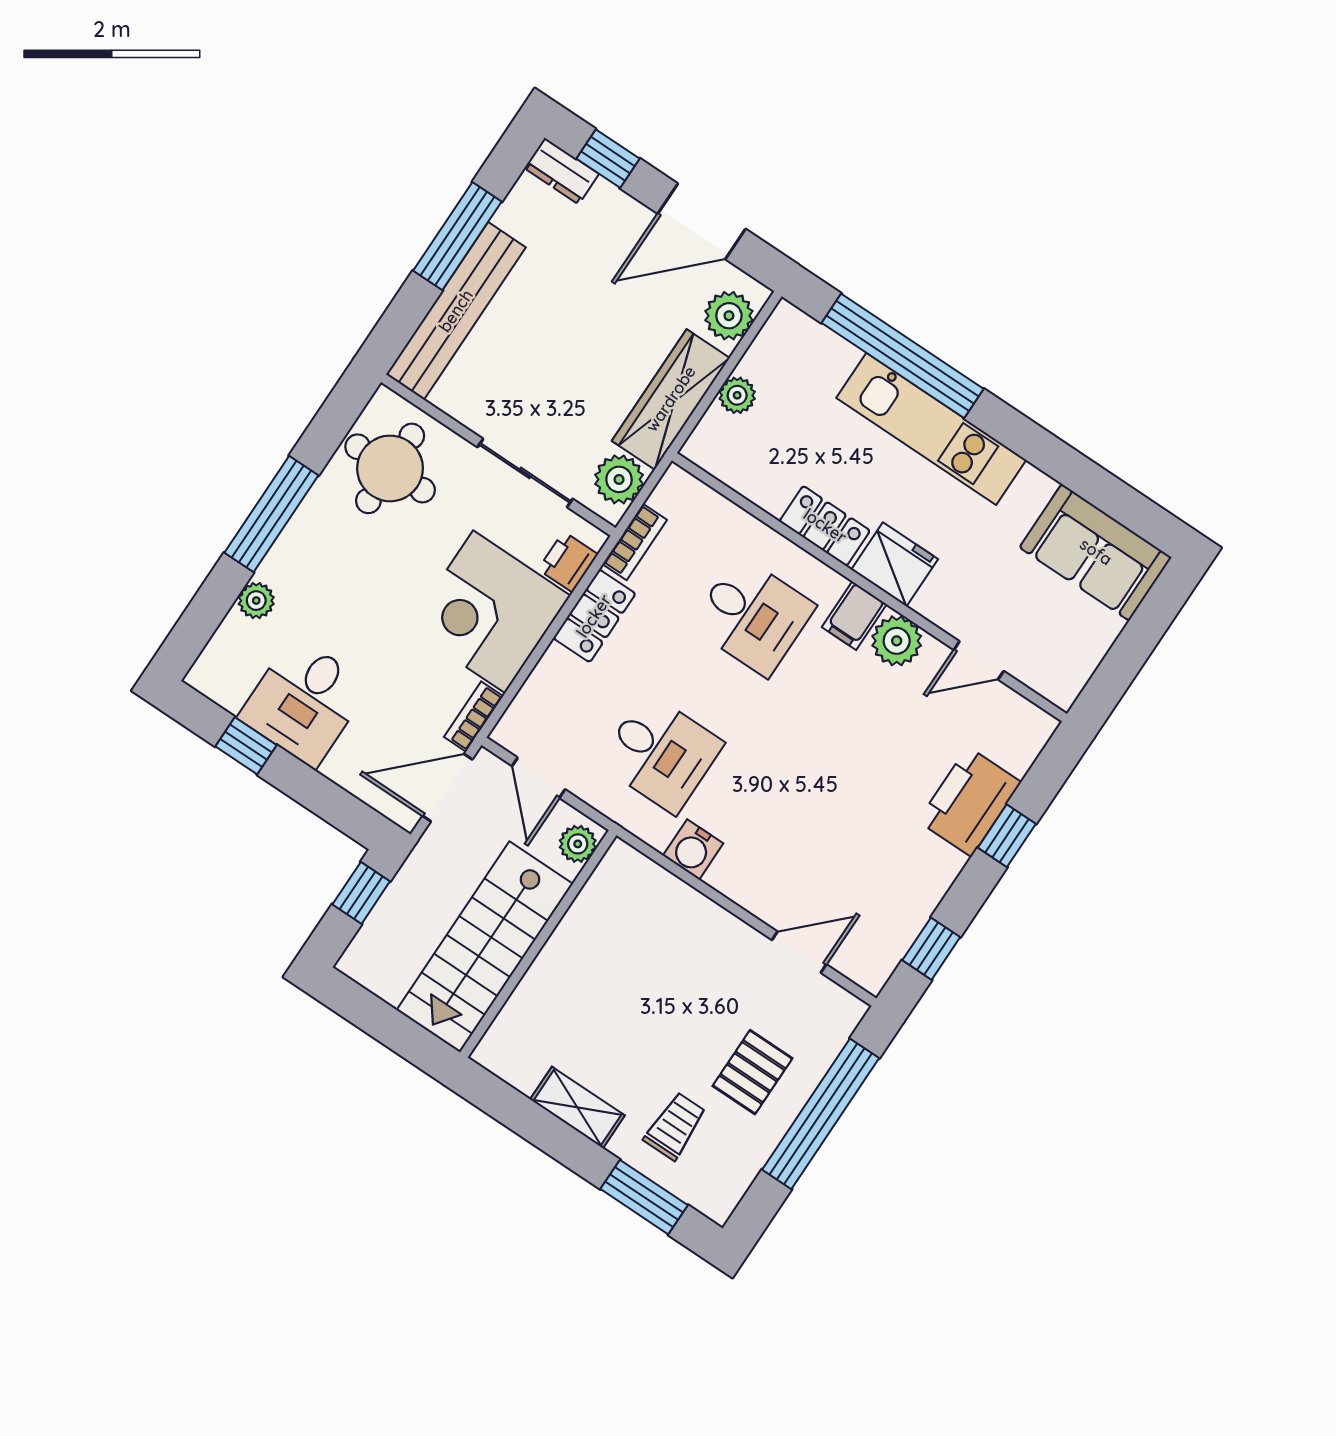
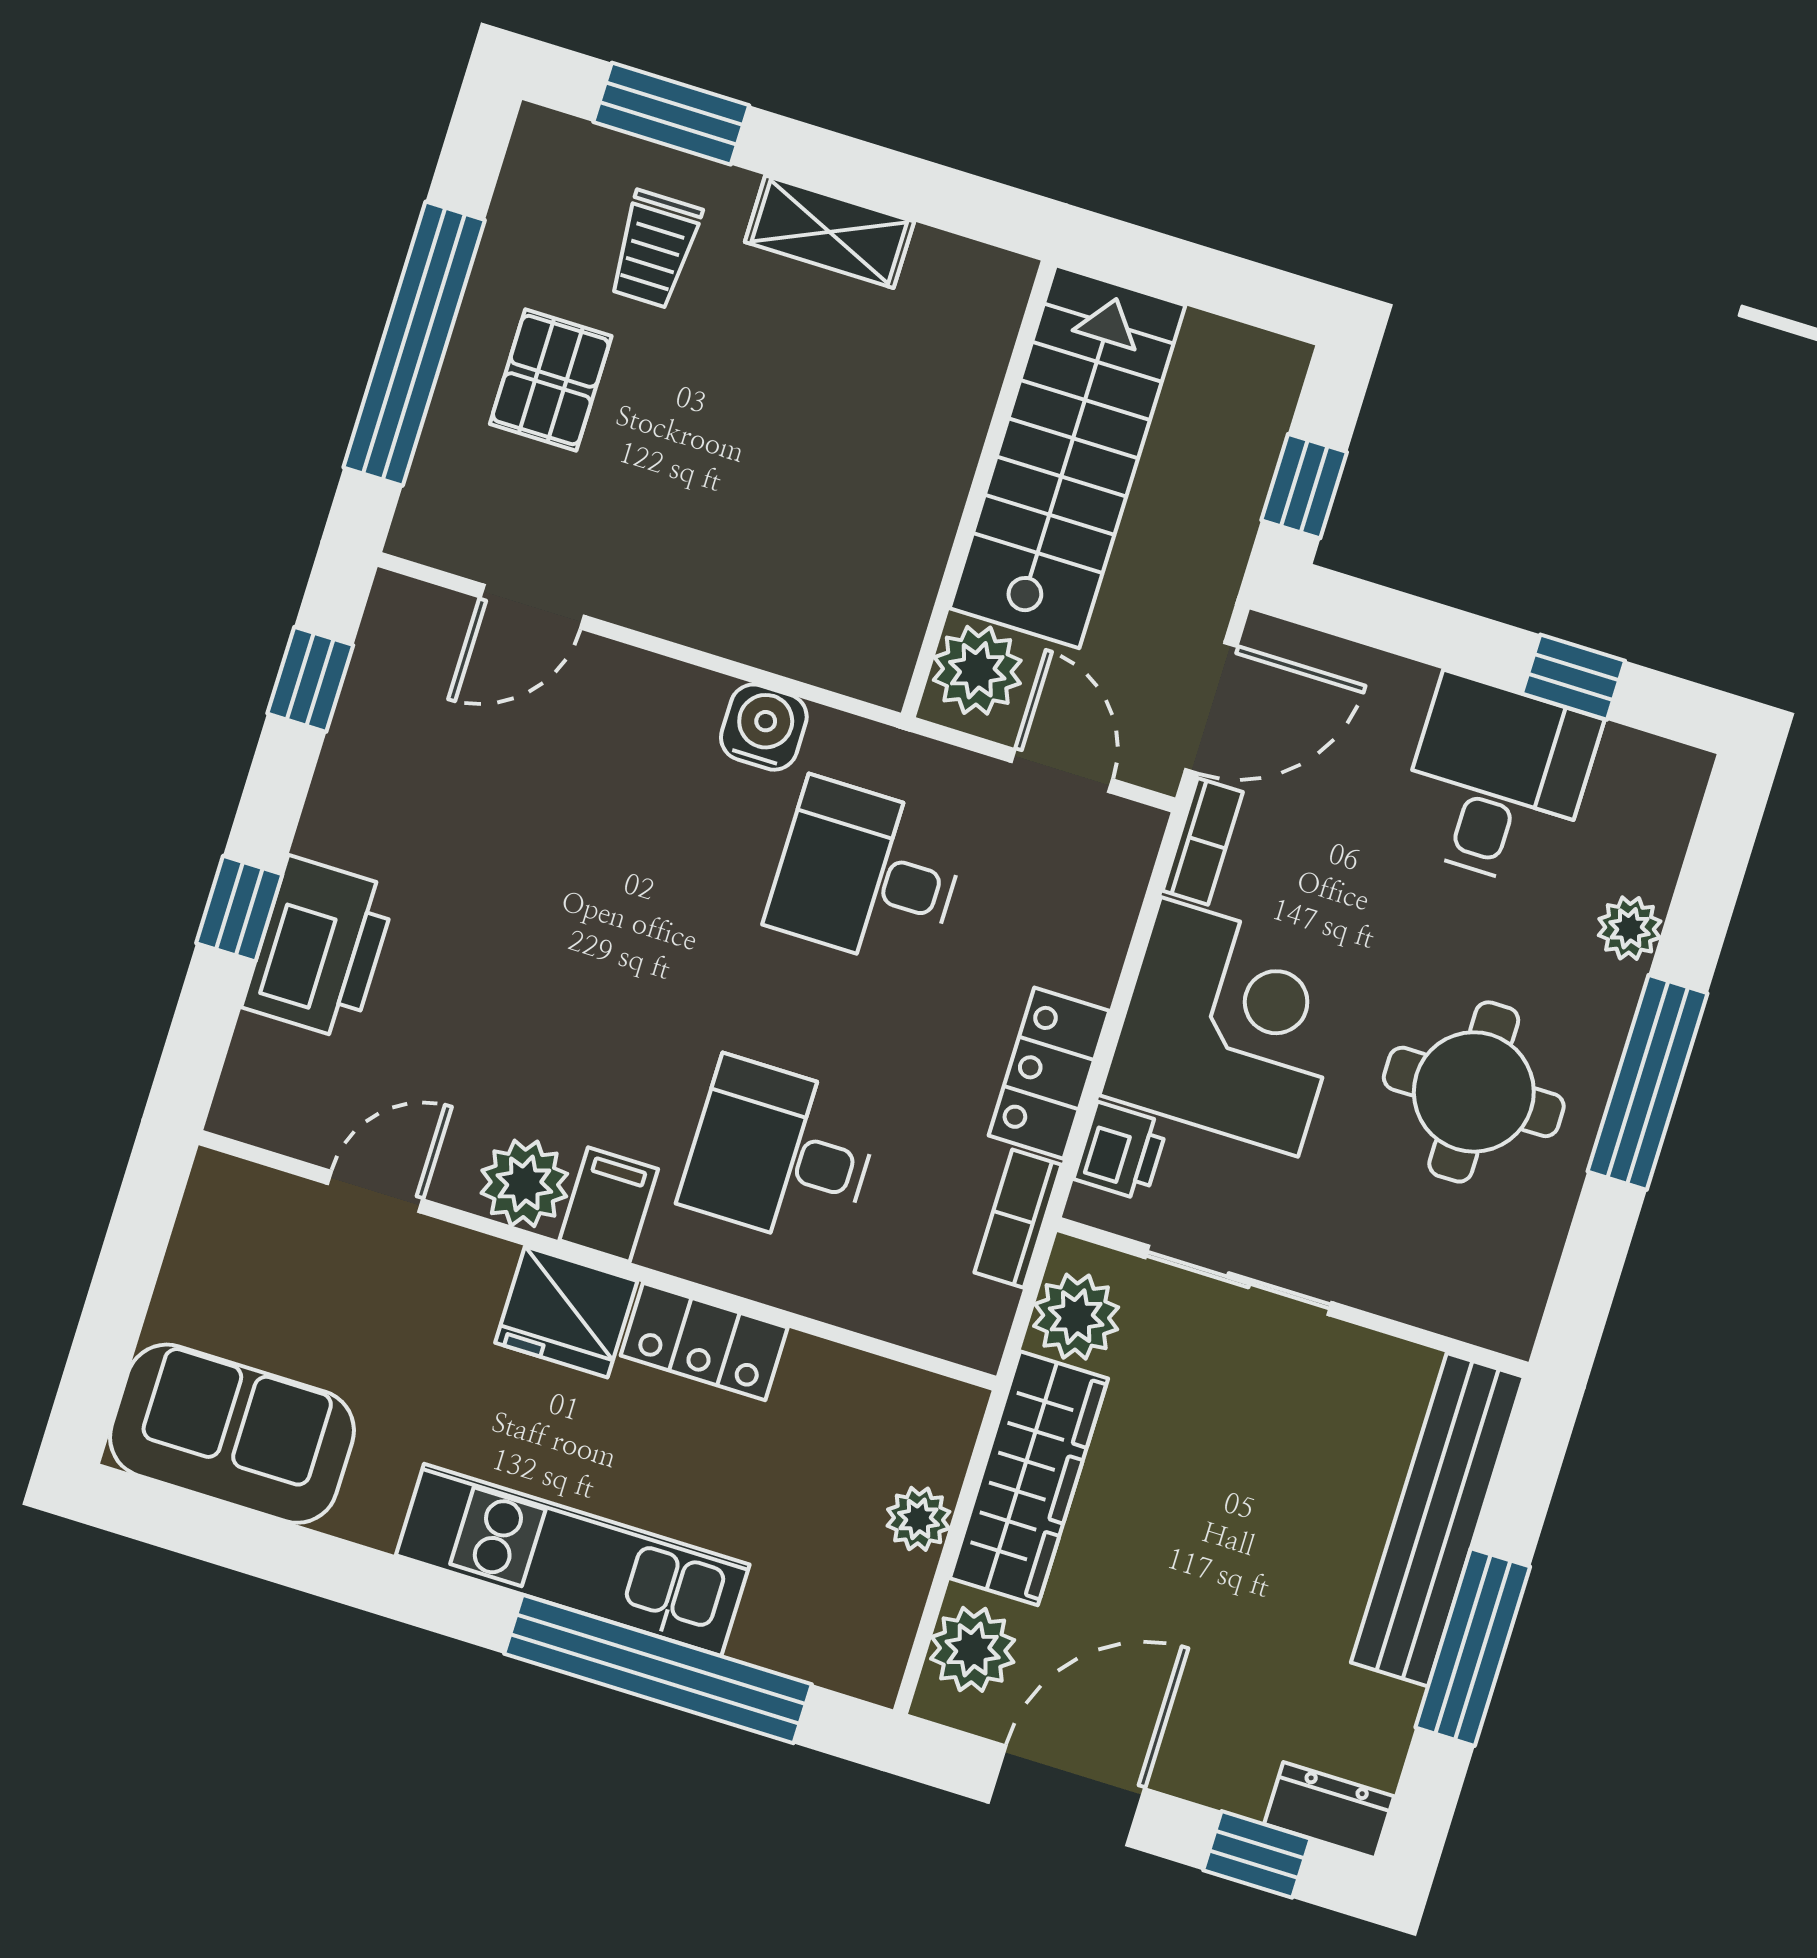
round table: (390, 468) -> (1474, 1092), moved
plant: (578, 844) -> (977, 670), width x1.38, depth x1.38

